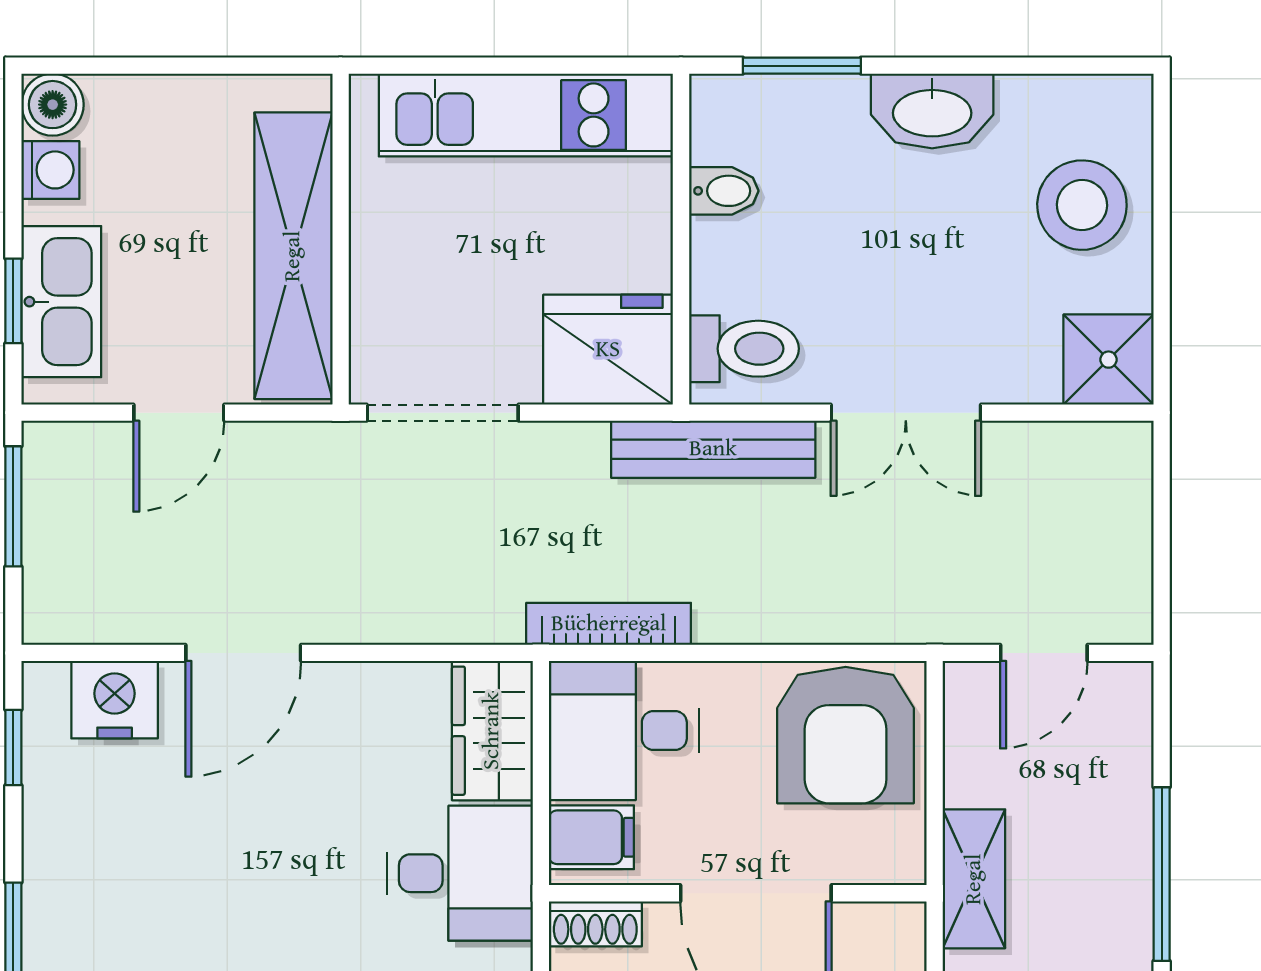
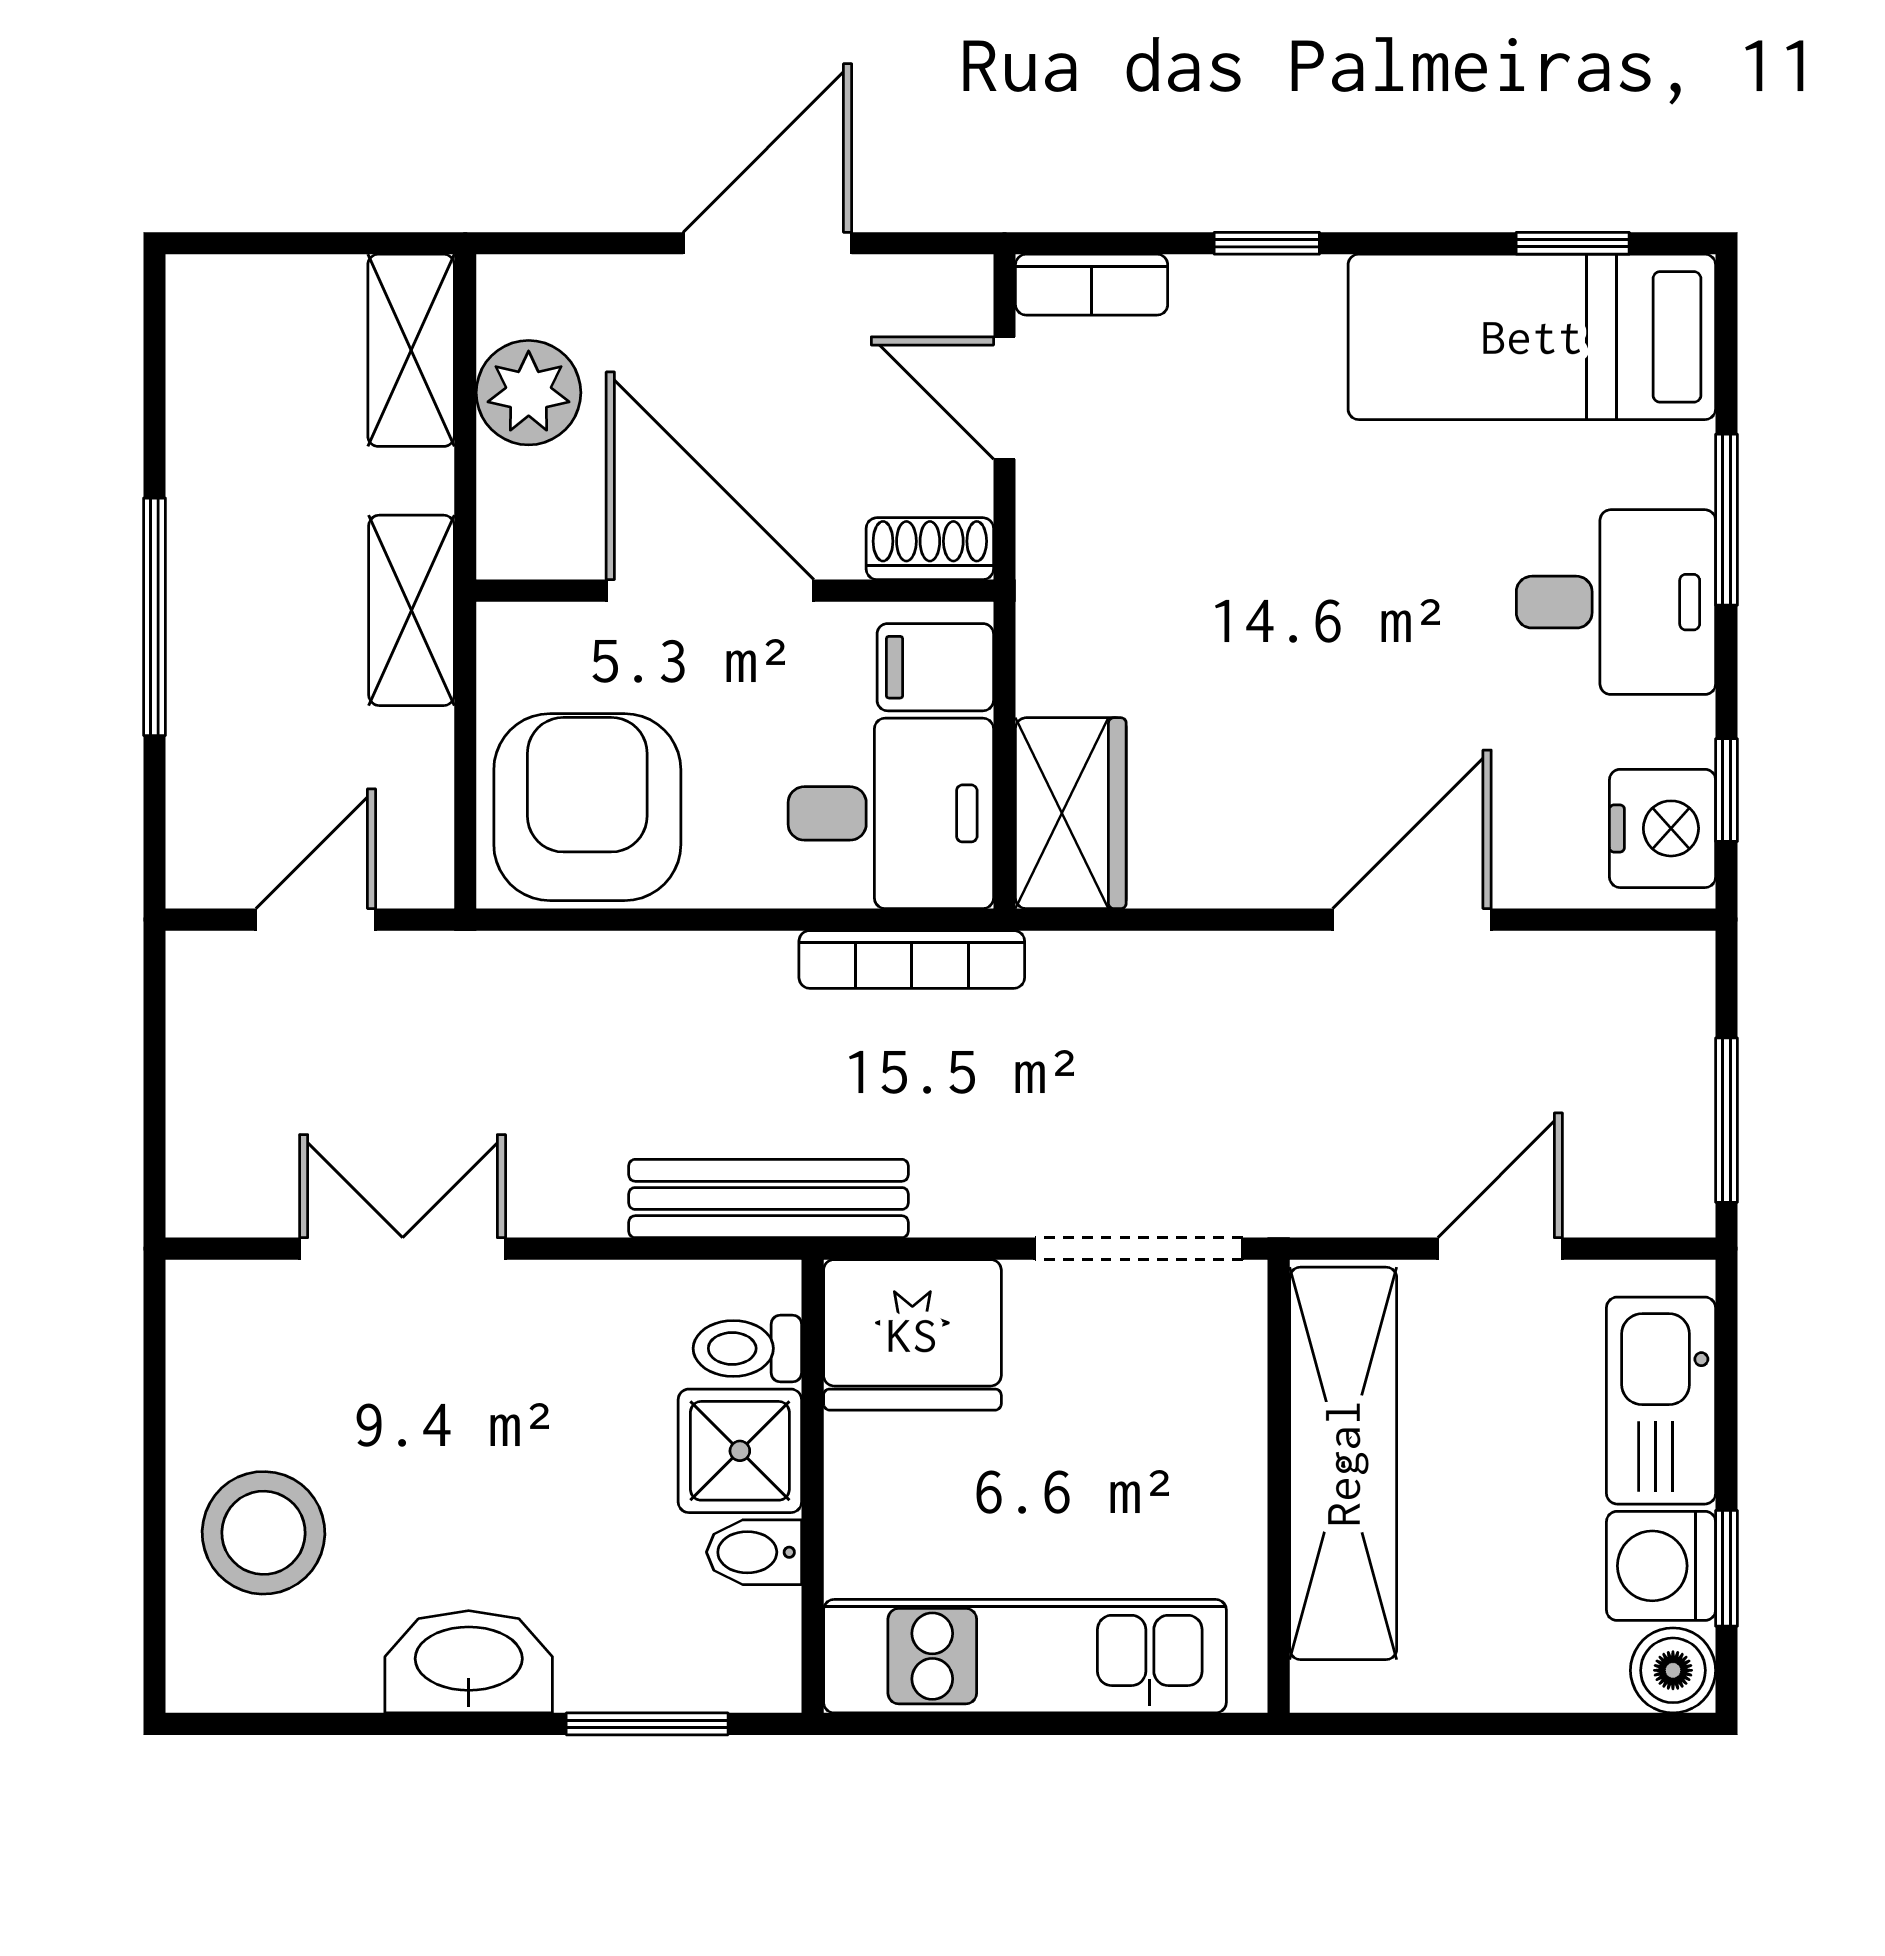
washing machine: (50, 170) -> (1661, 1566), width x1.38, depth x1.38
window: (13, 301) -> (1727, 1568), moved
toilet: (744, 349) -> (747, 1348), width x0.73, depth x0.72
shower: (1109, 360) -> (740, 1451), moved
double door: (906, 413) -> (403, 1249), moved
nightstand: (115, 700) -> (1663, 828), moved, turned -90
desk: (460, 873) -> (1616, 602), moved, turned 180

